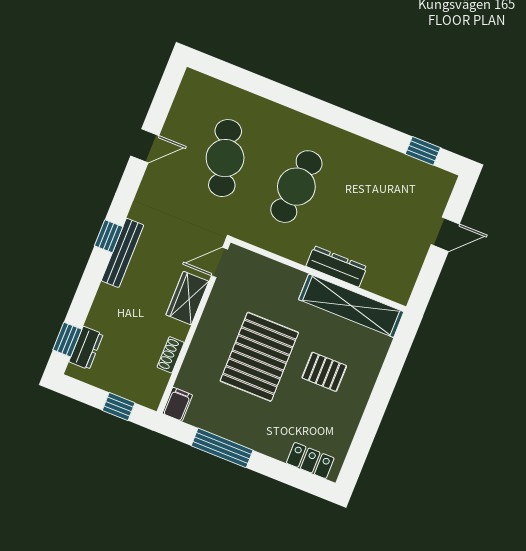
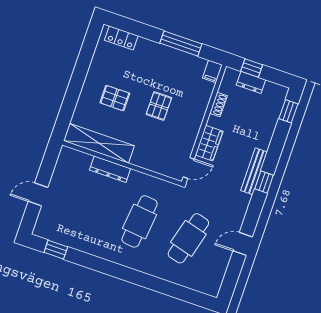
cafe table: (225, 158) -> (188, 238), turned 30
dresser: (86, 348) -> (251, 82), moved, turned -90
pallet: (259, 357) -> (159, 106), width x0.49, depth x0.50

